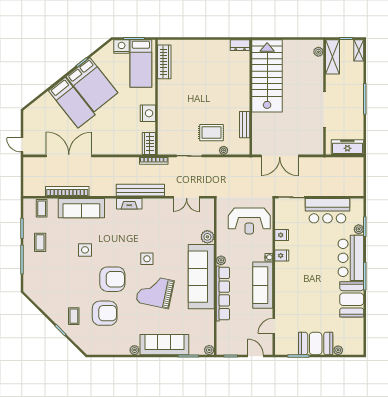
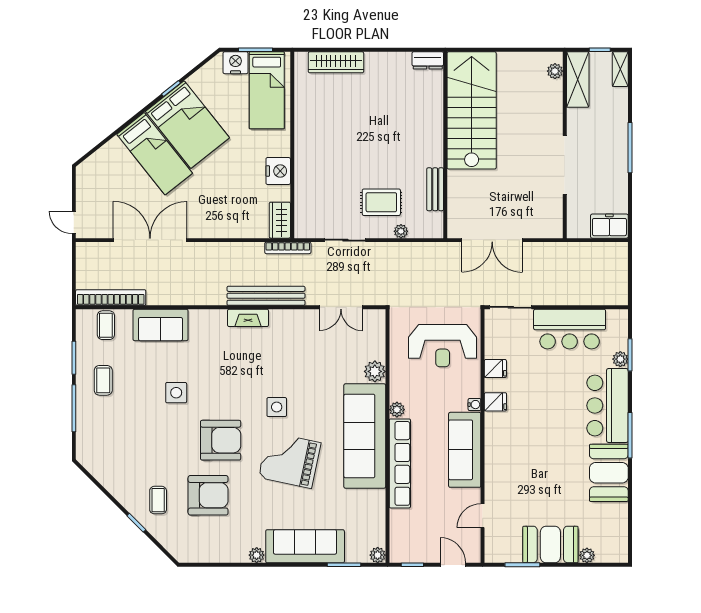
wardrobe: (164, 62) -> (336, 62), moved, turned 90
freezer: (347, 147) -> (609, 226), width x0.71
bookcase: (67, 191) -> (111, 297), moved
sofa: (81, 208) -> (160, 325), width x0.73

